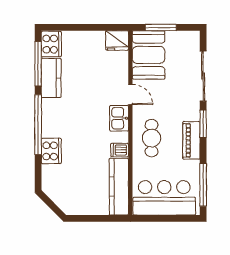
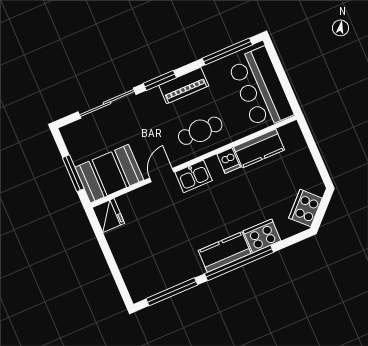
cooker: (51, 44) -> (305, 208), moved, turned -45
kitchen counter: (51, 78) -> (225, 252), moved
kitchen counter: (119, 187) -> (259, 148), width x0.67

